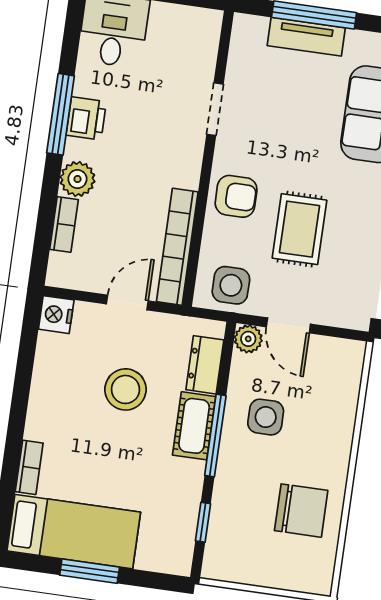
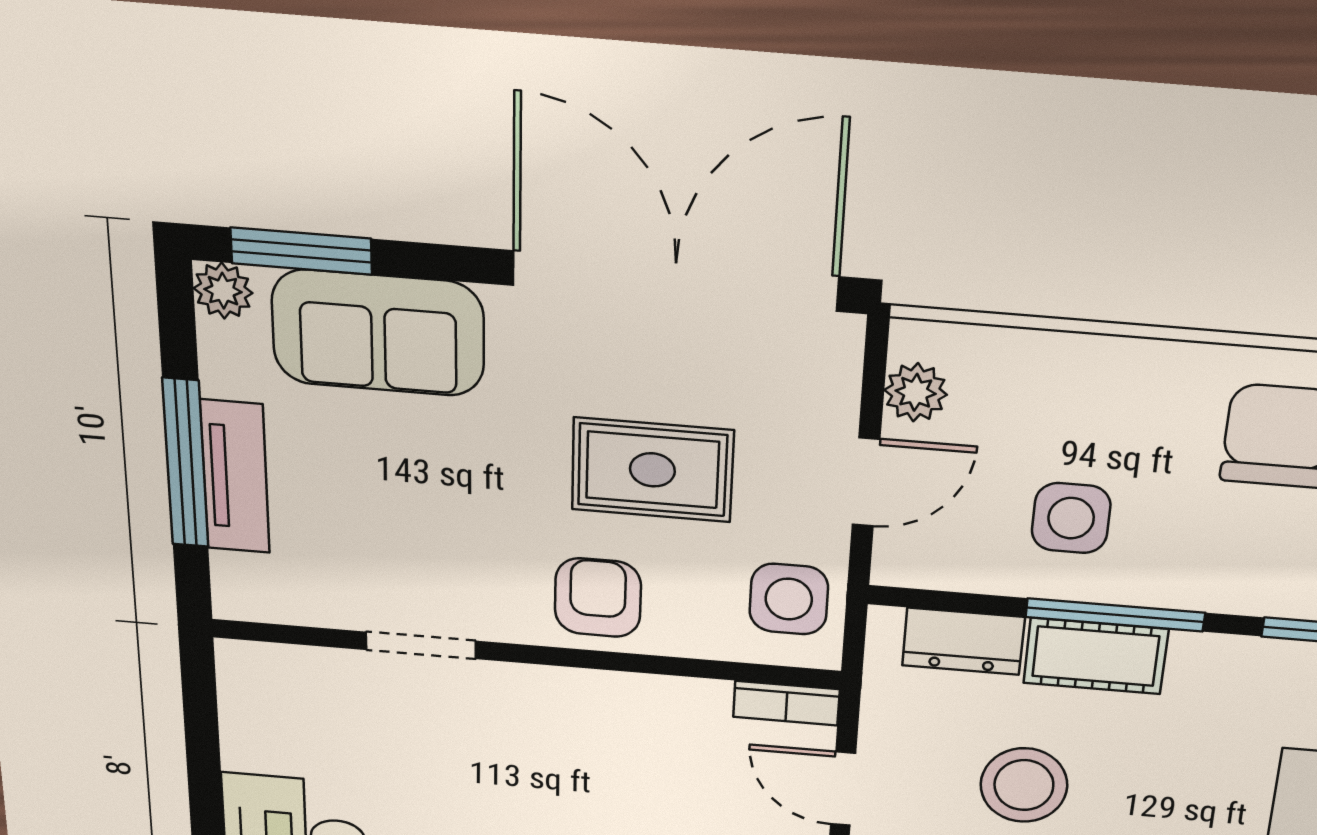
bookcase: (177, 247) -> (786, 703), width x0.43, depth x0.76
plant: (248, 339) -> (916, 392), moved

